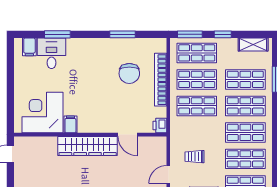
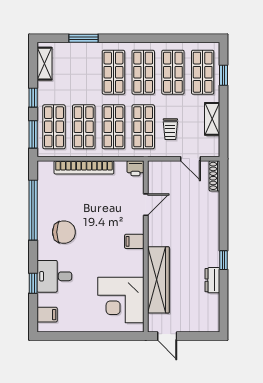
window: (57, 34) -> (33, 283), width x0.67
window: (123, 34) -> (33, 210), width x2.11
desk: (52, 53) -> (54, 276), moved
chair: (129, 73) -> (64, 232), moved
shop shelf: (245, 79) -> (143, 127), moved
filing cabinet: (70, 124) -> (134, 241), moved
wardrobe: (88, 146) -> (158, 280), moved

